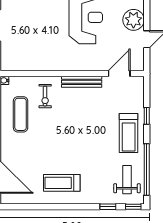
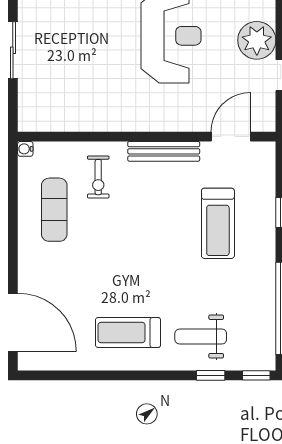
treadmill: (129, 133) -> (218, 223), moved
weight bench: (127, 180) -> (201, 336), moved, turned -90

